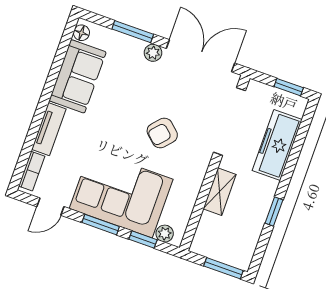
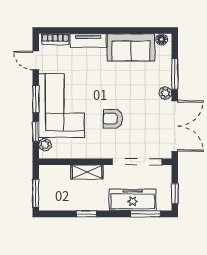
armchair: (162, 133) -> (113, 119), turned -42
window: (301, 135) -> (145, 214), added

